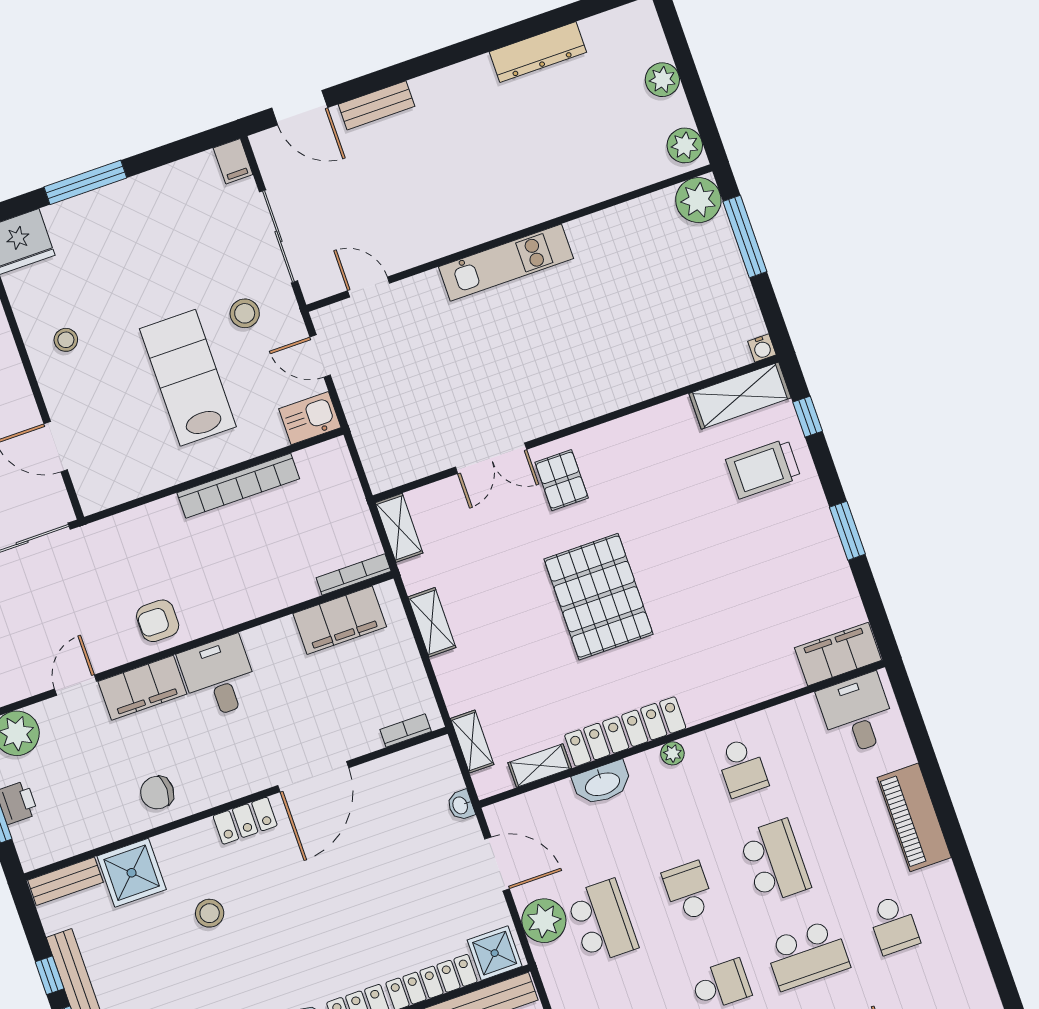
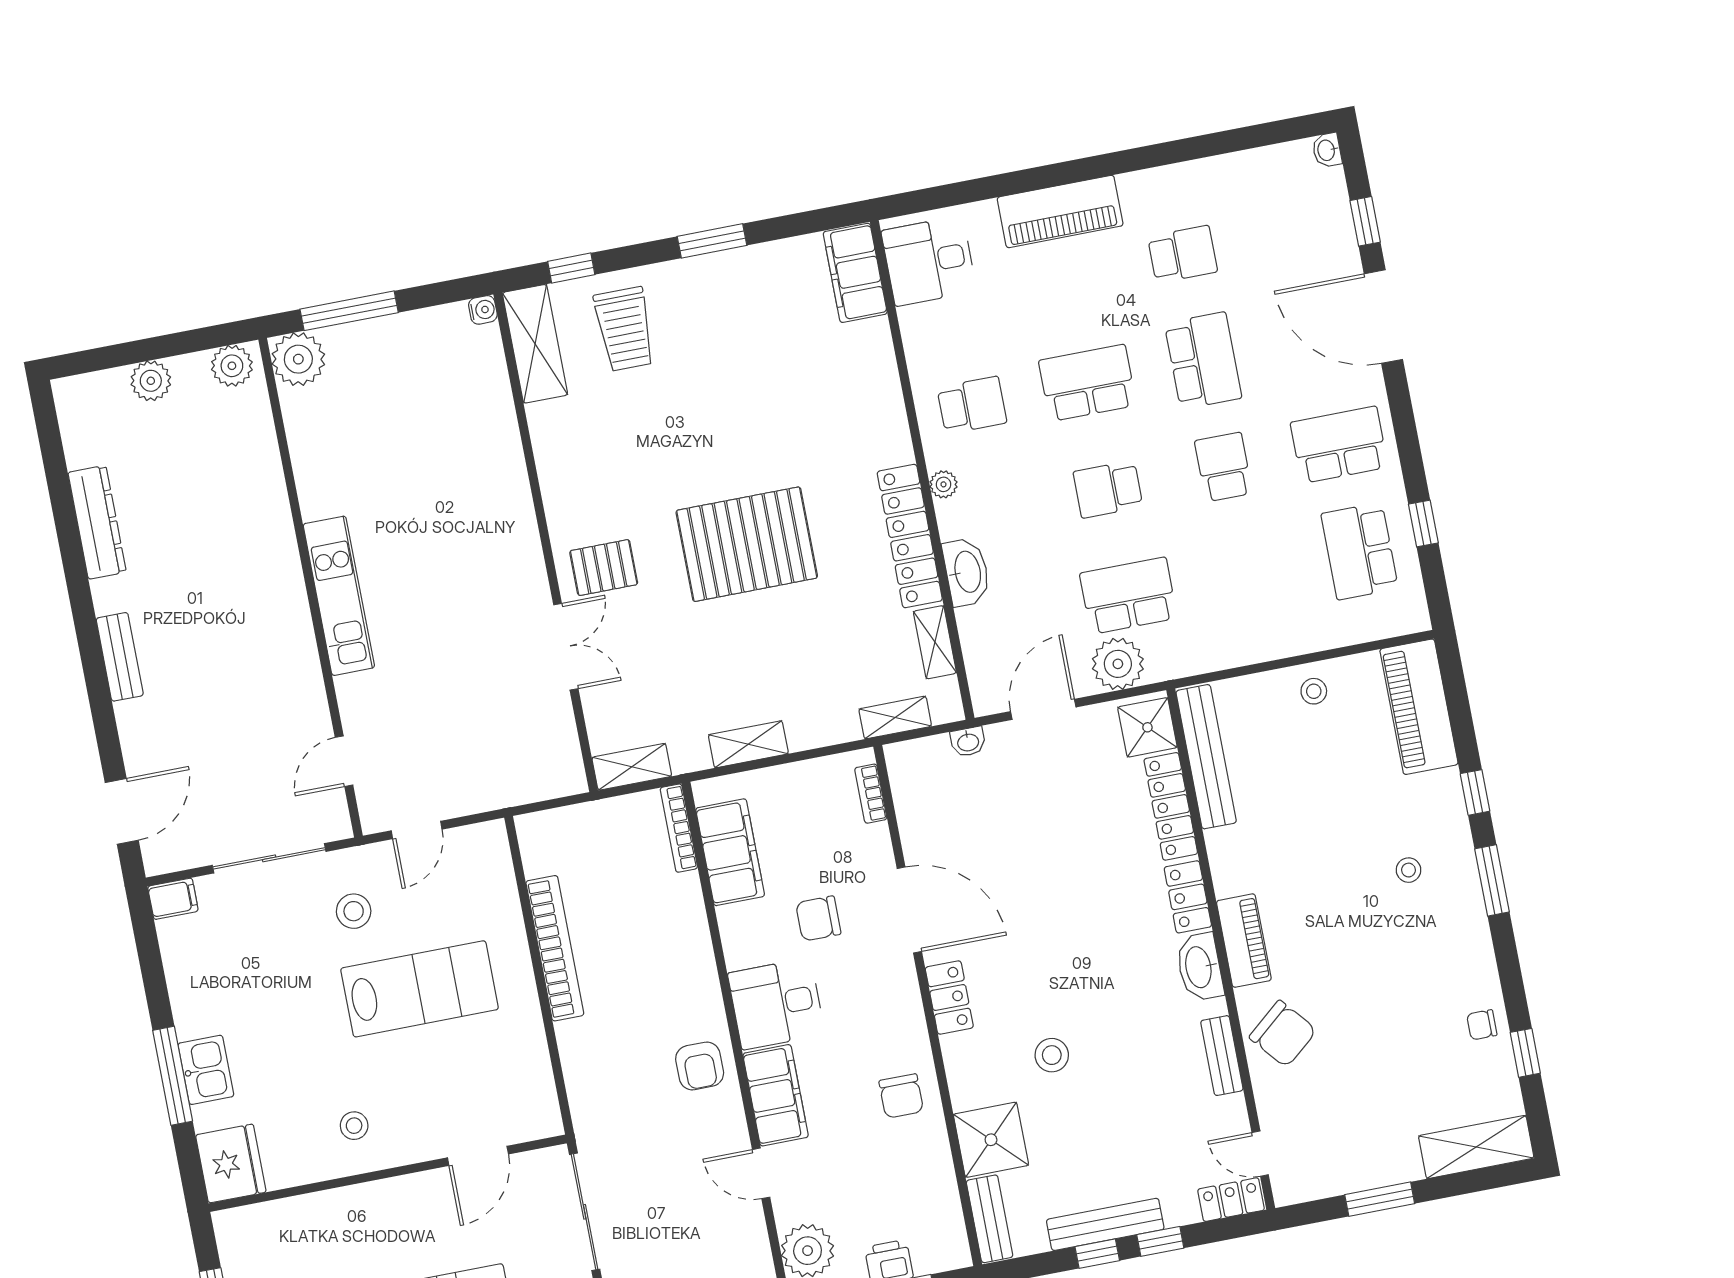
bench: (376, 105) -> (120, 657), moved
lab bench: (188, 378) -> (420, 989), turned 180
kitchen sink: (310, 418) -> (206, 1070), moved, turned 180
chair: (295, 702) -> (818, 918), added

